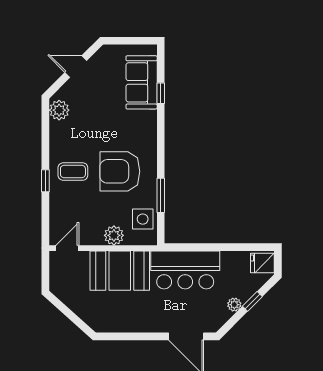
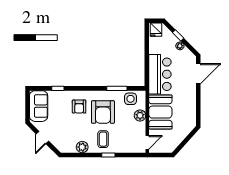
sofa: (142, 82) -> (39, 106), moved, turned -90
plant: (59, 110) -> (82, 147), moved
armchair: (129, 130) -> (79, 107), added
door: (67, 248) -> (147, 142), swing flipped

